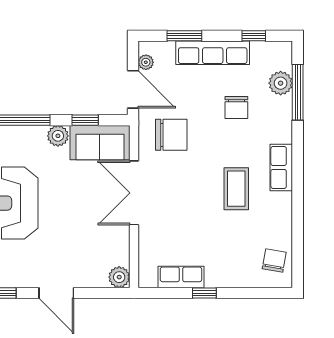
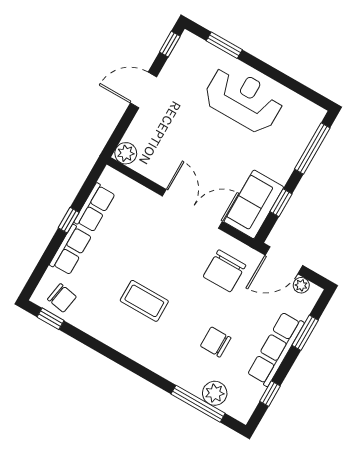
plant: (58, 136) -> (281, 171), removed
row of seats: (281, 167) -> (71, 250), moved, turned 90
window: (298, 260) -> (51, 319), added

